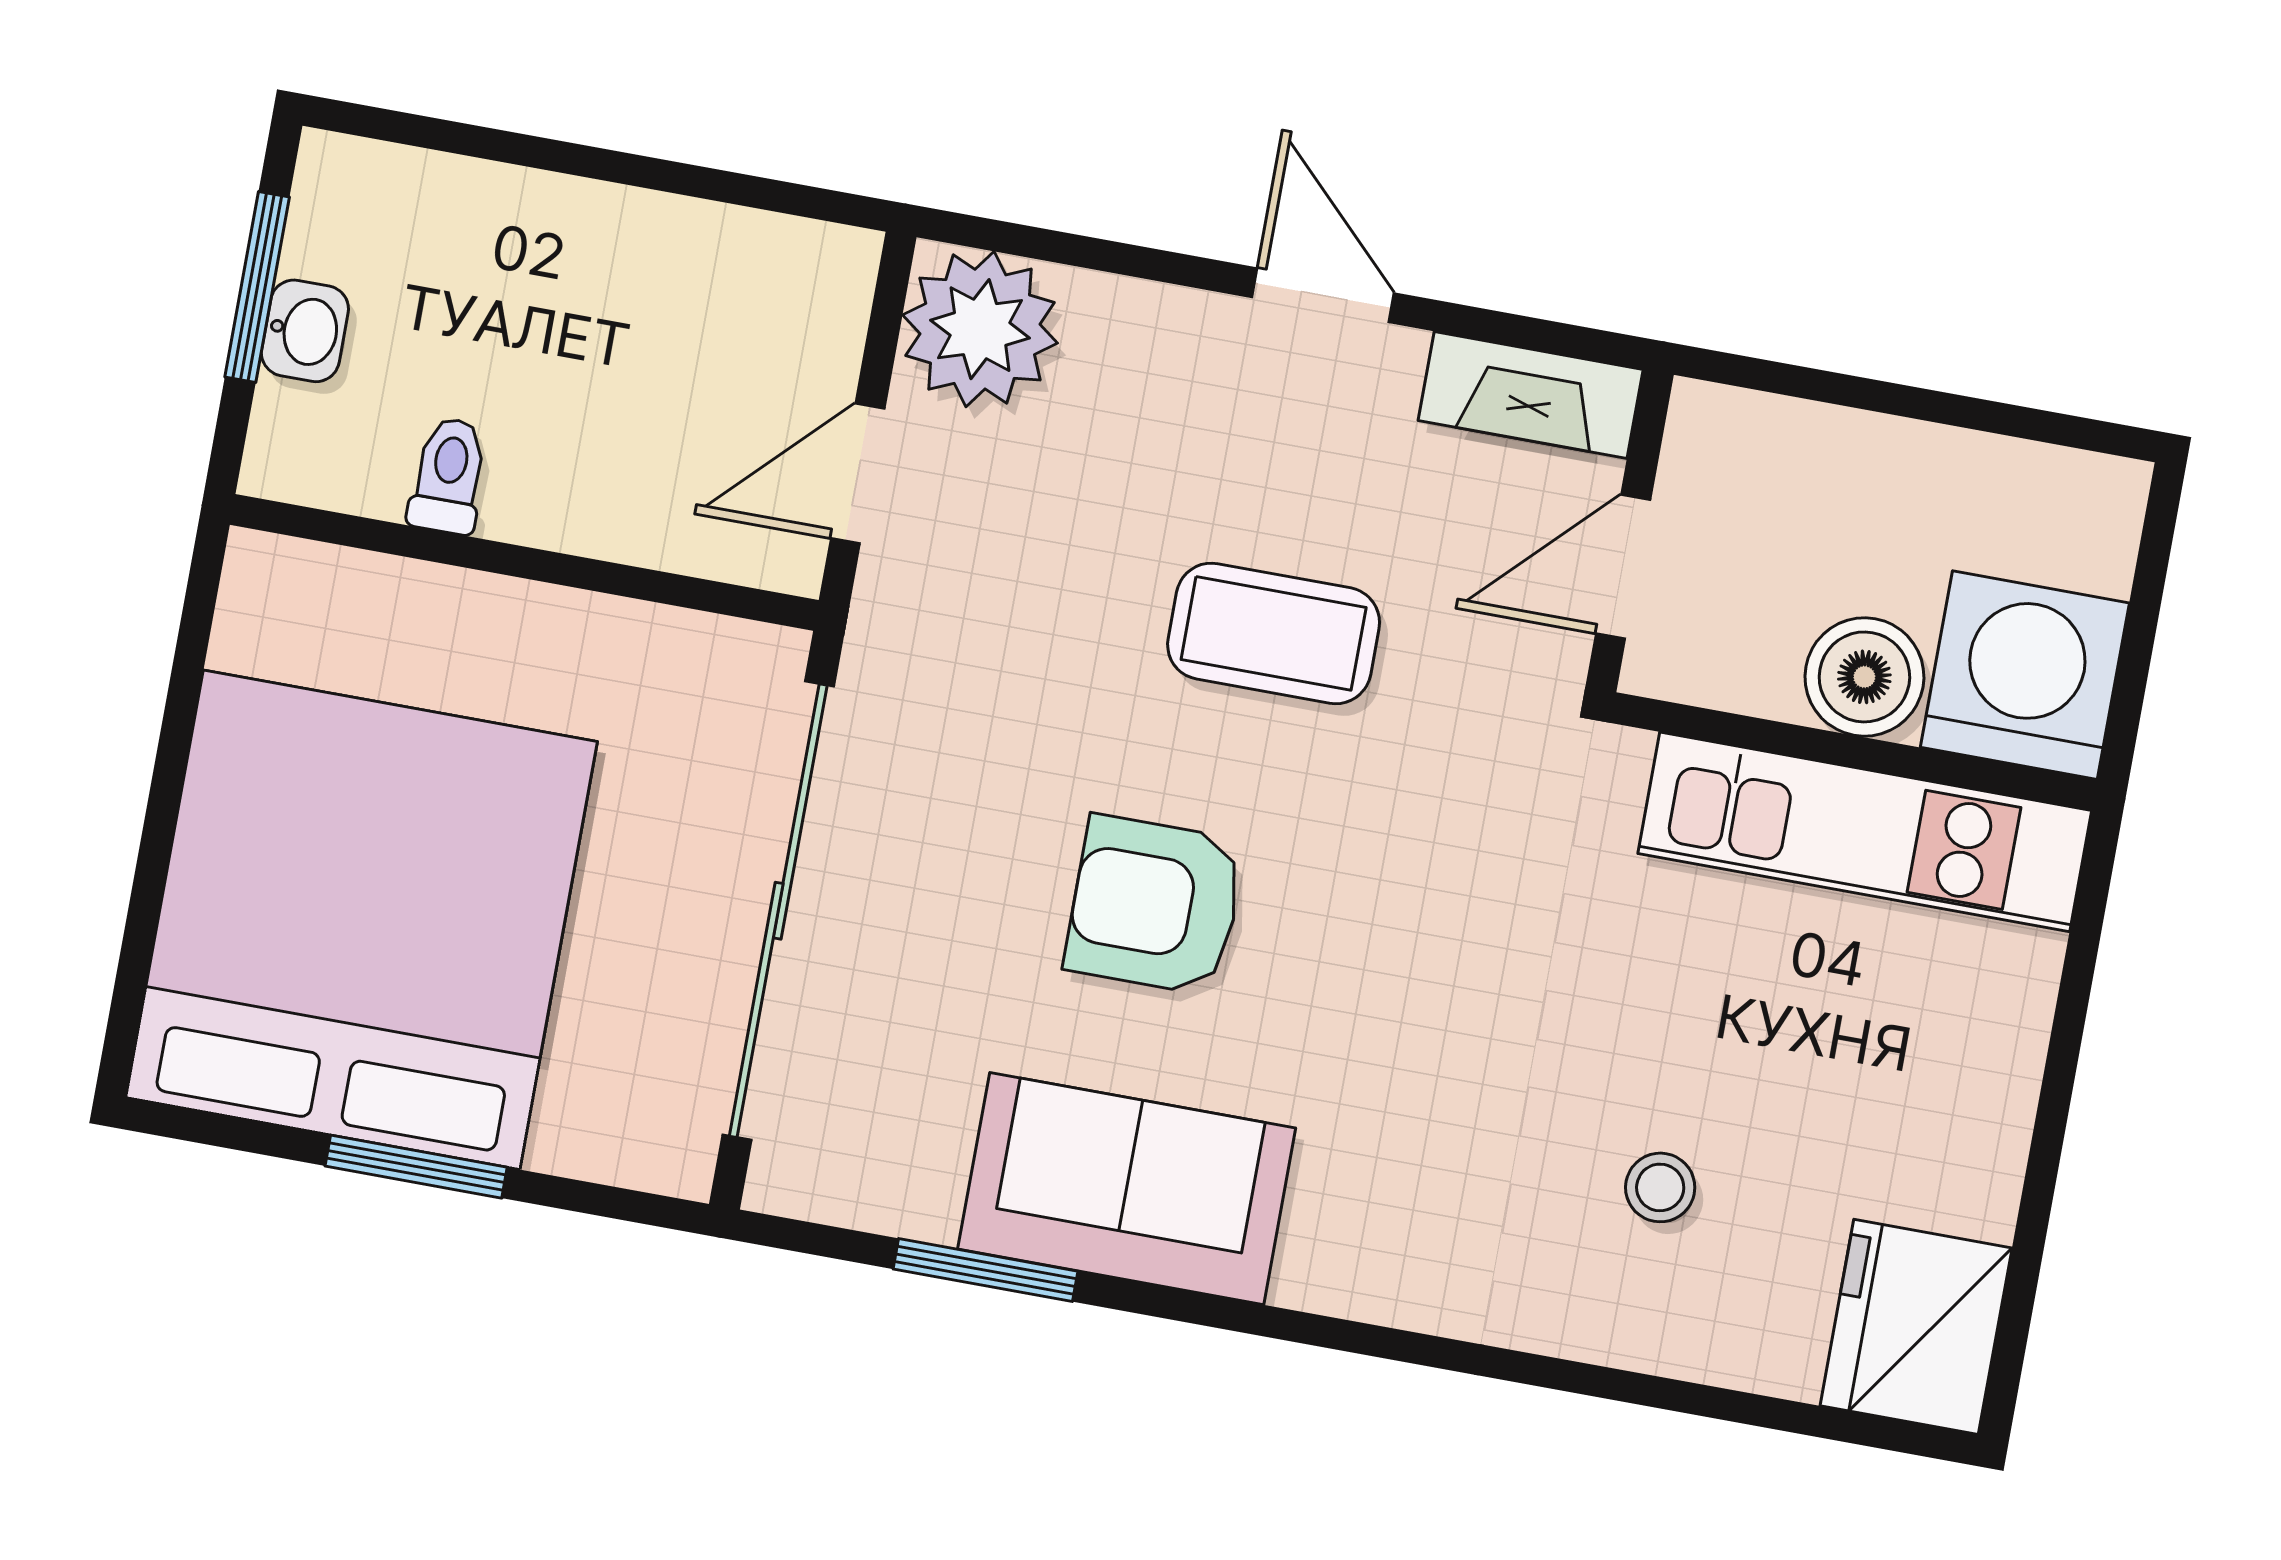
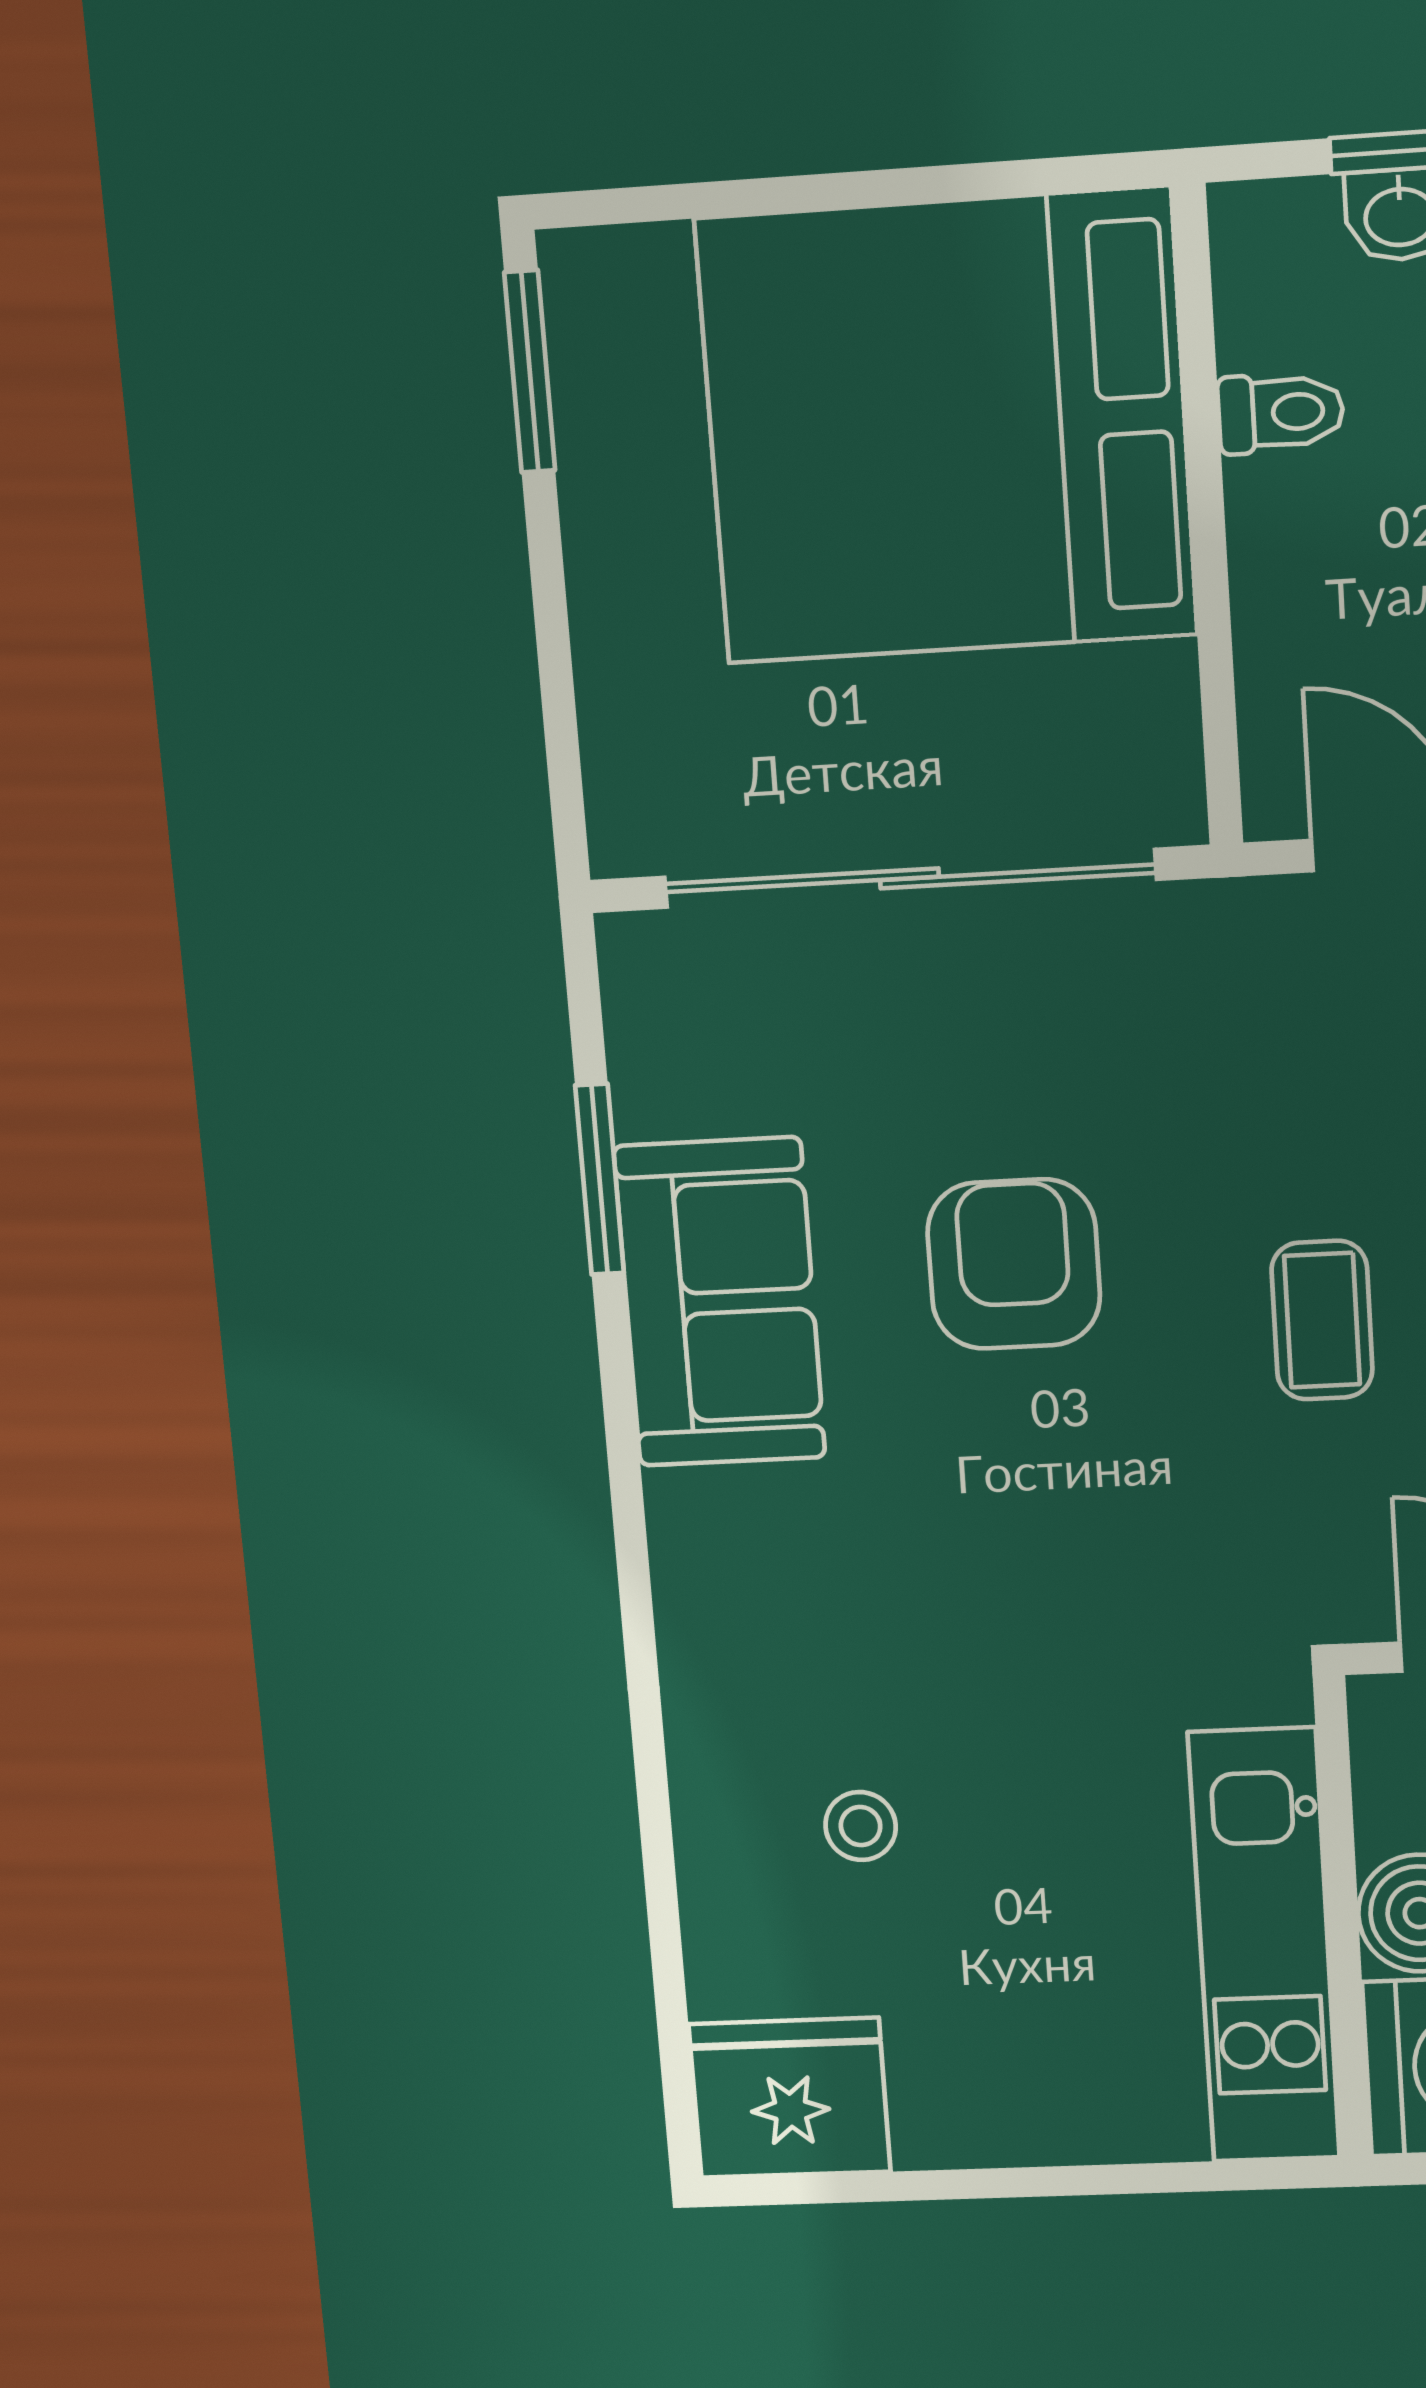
coffee table: (1274, 633) -> (1322, 1320), width x0.73, depth x0.77
bed: (362, 920) -> (947, 427), moved, turned 180
window: (416, 1167) -> (530, 372), moved

